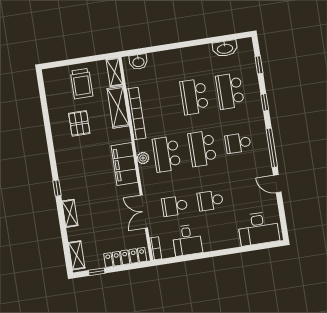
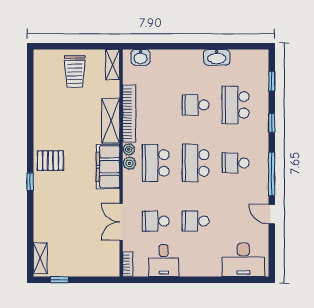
washbasin: (225, 48) -> (217, 57), moved
school desk: (194, 97) -> (196, 105), width x0.54
shelving: (118, 107) -> (111, 121), moved
pallet: (79, 123) -> (50, 161), moved, turned 90
plant: (141, 146) -> (129, 149), added
shelving: (70, 213) -> (40, 211), removed
locker: (125, 257) -> (93, 269), removed

